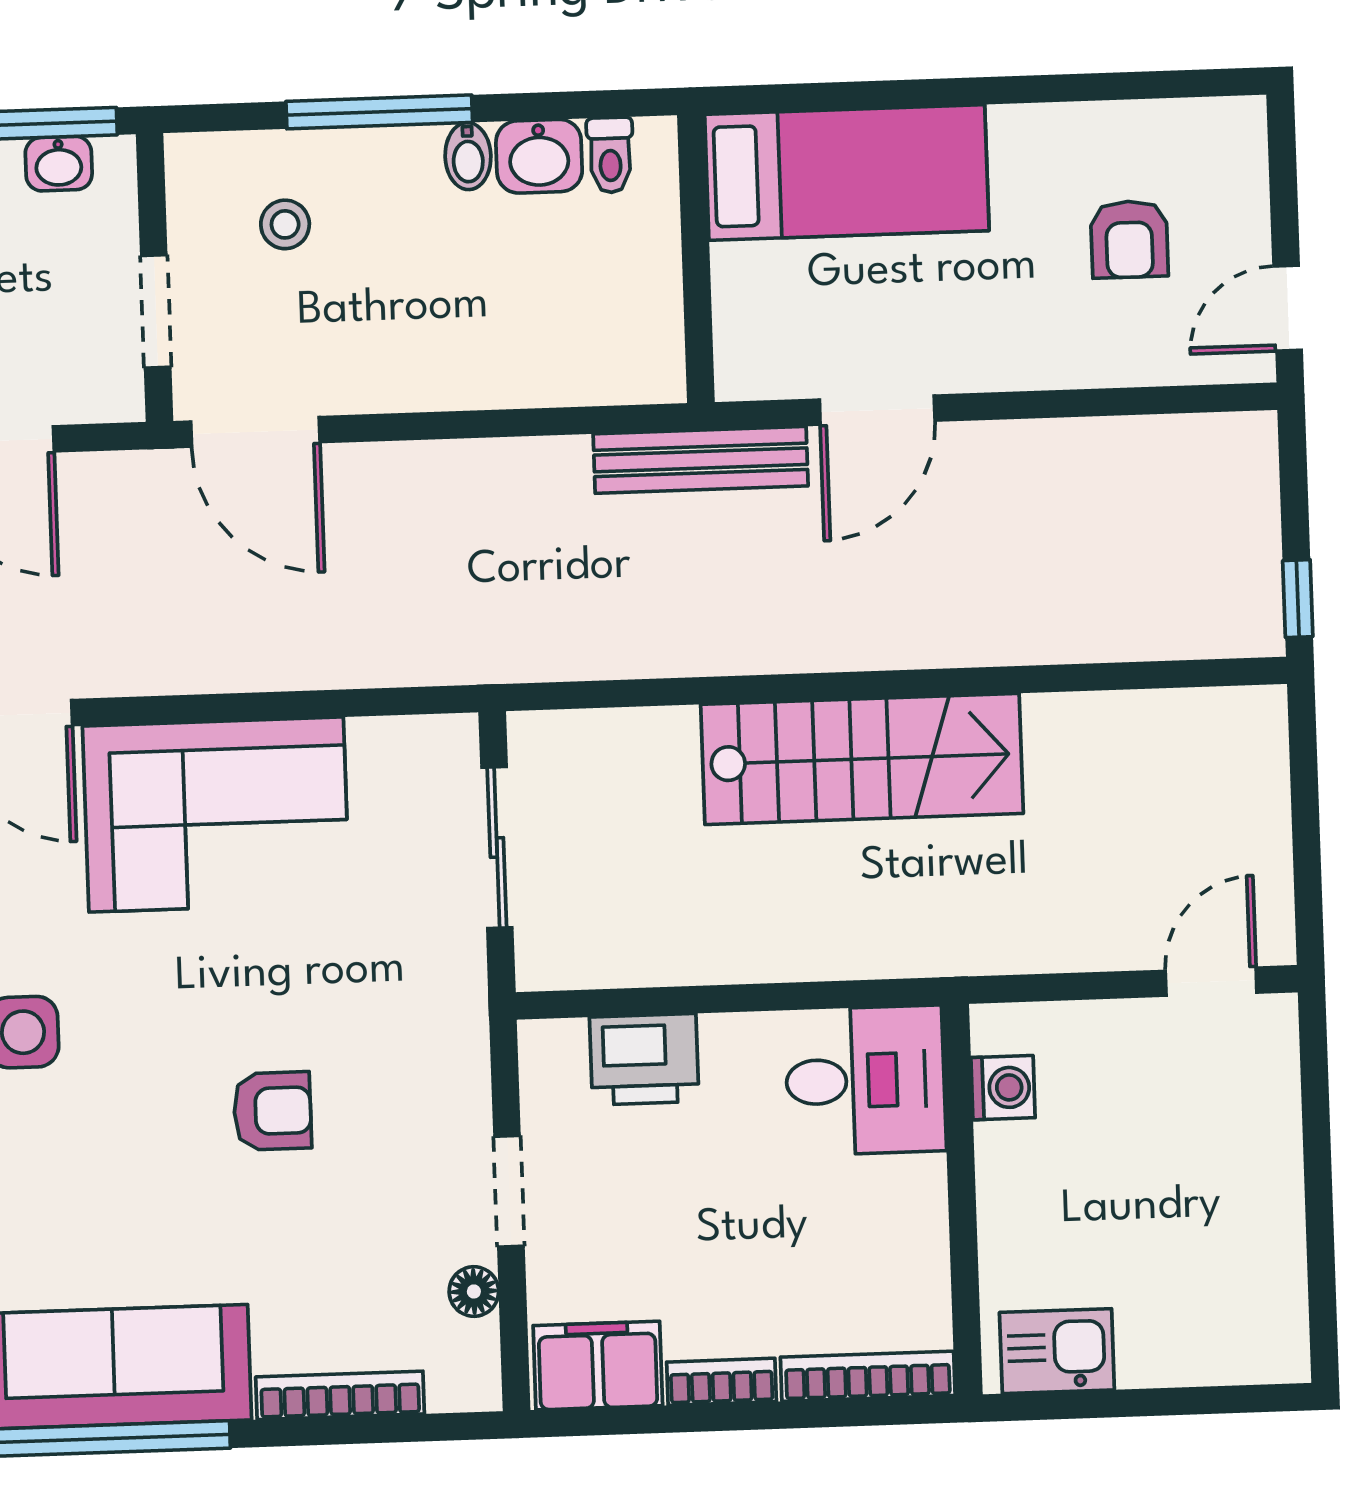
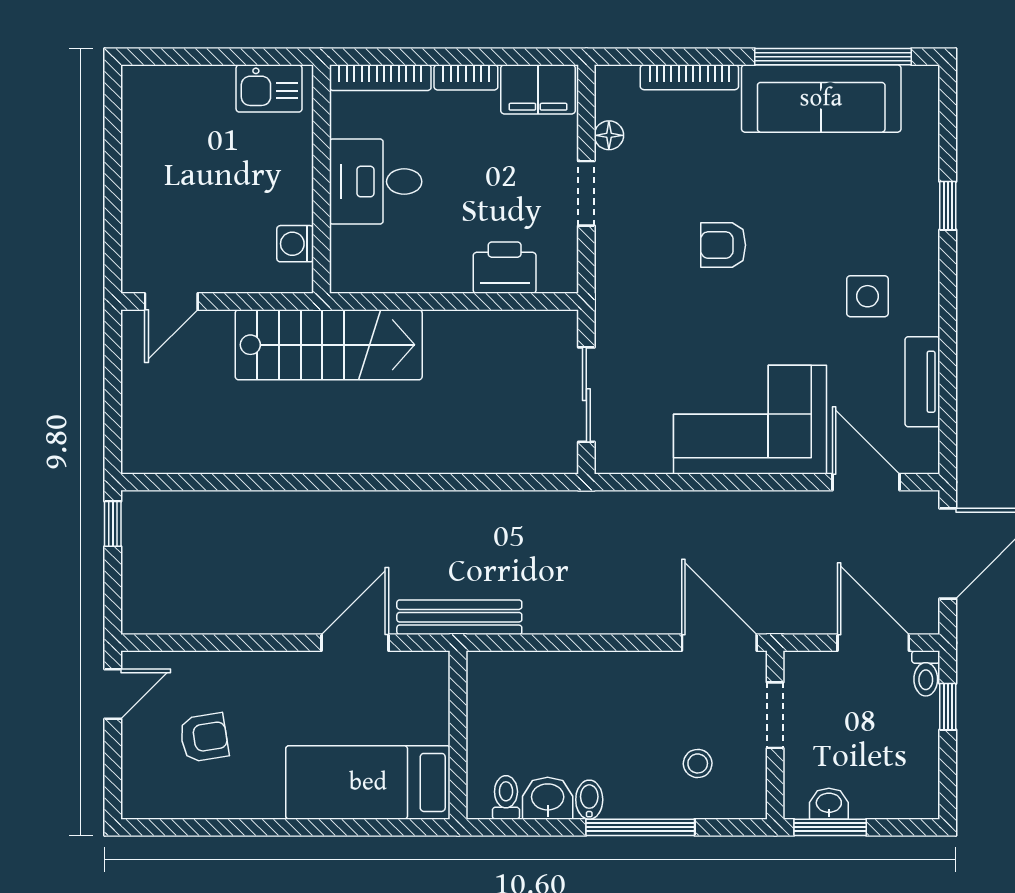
armchair: (1129, 239) -> (204, 738), turned 81
stairs: (862, 759) -> (329, 345), moved, turned 180
desk: (865, 1080) -> (376, 182), moved

